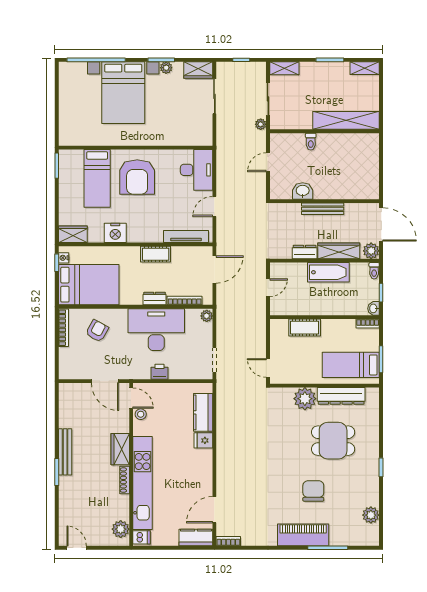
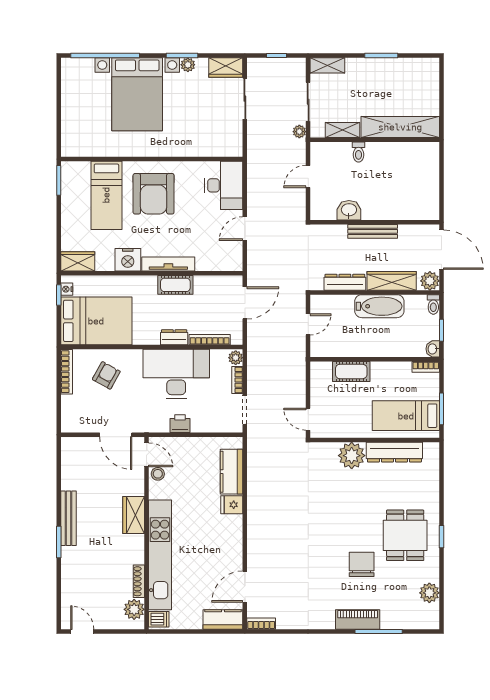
shelving: (365, 68) -> (342, 130), moved
tv unit: (186, 236) -> (168, 264), moved
dresser: (305, 252) -> (345, 282), width x1.44
bookcase: (208, 335) -> (237, 380), added
dining table: (333, 441) -> (405, 535), moved, turned 90
shoe rack: (125, 480) -> (139, 581), moved
piano: (303, 535) -> (358, 619), width x0.73, depth x0.75

